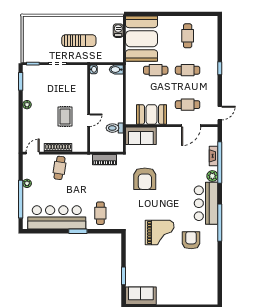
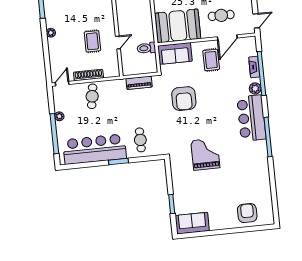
booth: (152, 114) -> (178, 26), width x1.36, depth x1.42
rug: (174, 145) -> (211, 60), added
grand piano: (160, 233) -> (205, 154), turned -90
armchair: (191, 240) -> (247, 213), moved

